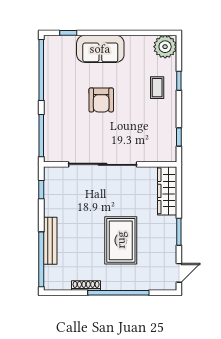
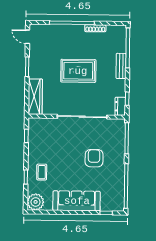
sofa: (100, 49) -> (77, 201), width x1.36
armchair: (101, 100) -> (94, 158), moved
dresser: (51, 179) -> (120, 106), added
rug: (121, 240) -> (78, 71), moved, turned 90
bench: (50, 241) -> (121, 66), width x0.73
door: (179, 273) -> (27, 37), hinge flipped

